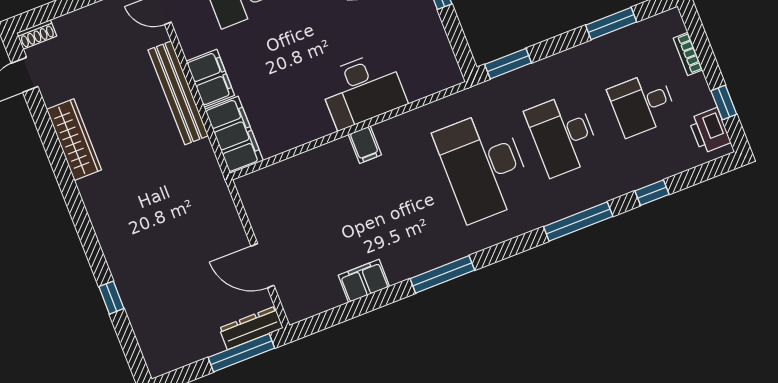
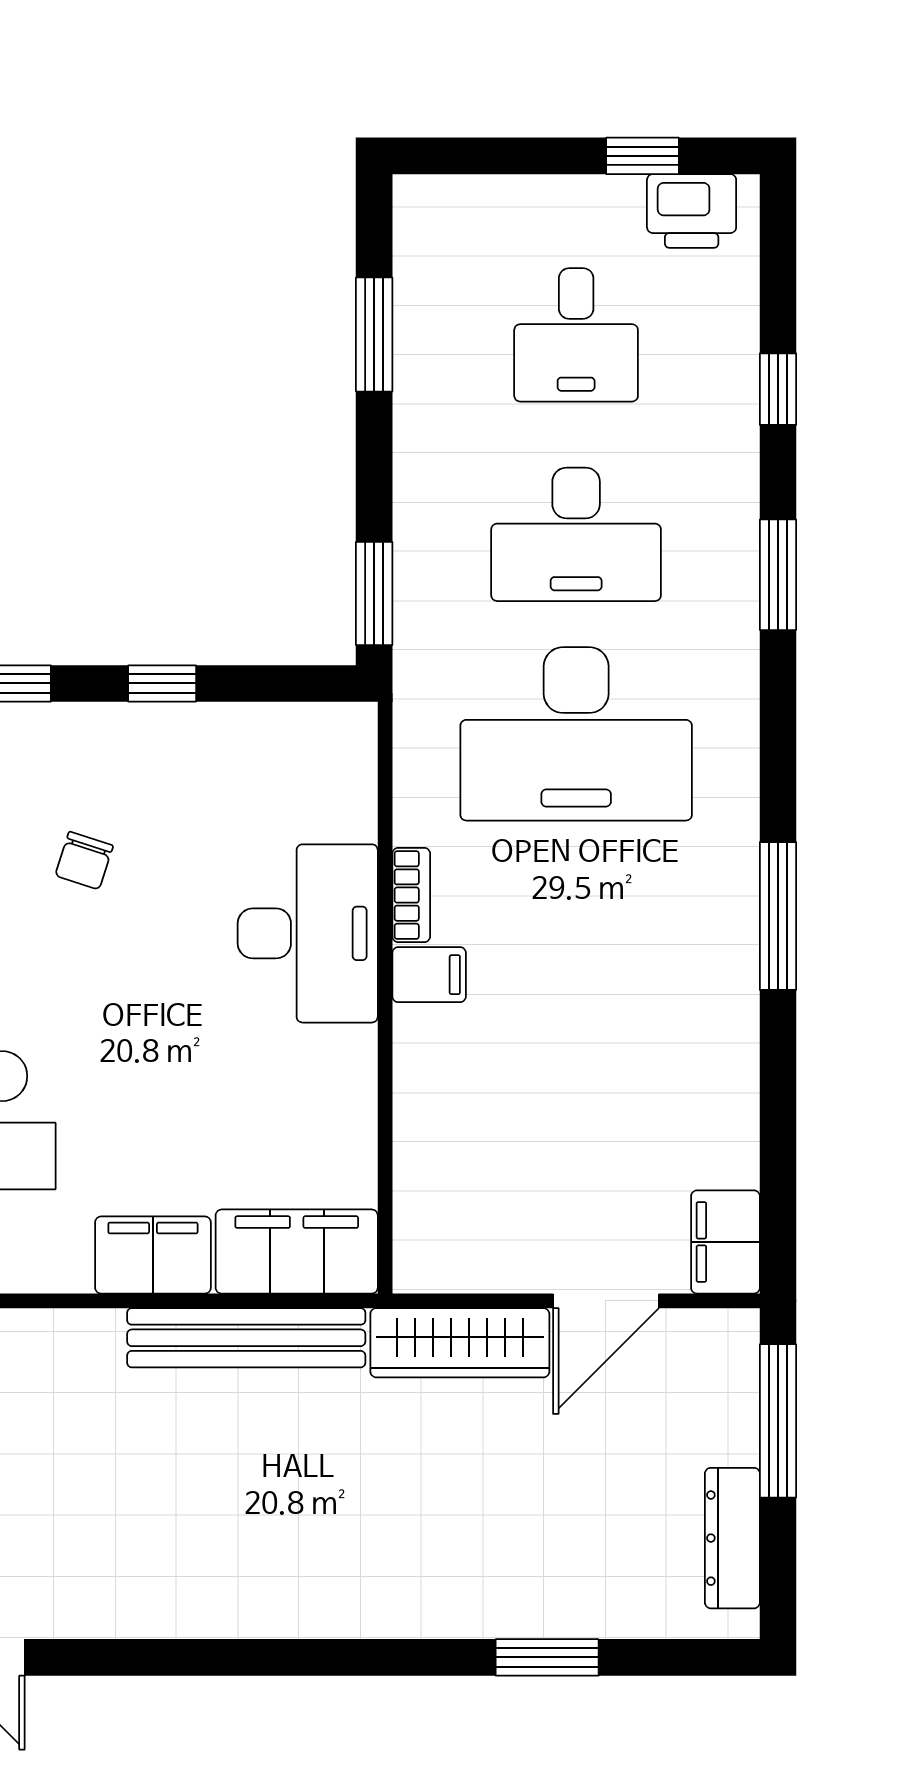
bookcase: (688, 54) -> (411, 895), moved, turned -90
bench: (178, 93) -> (246, 1338), moved
wardrobe: (74, 140) -> (460, 1343), moved, turned 180
window: (578, 221) -> (778, 575), width x0.69
filing cabinet: (364, 281) -> (725, 1242), moved
window: (111, 298) -> (547, 1657), width x1.50
dresser: (251, 328) -> (732, 1538), moved

